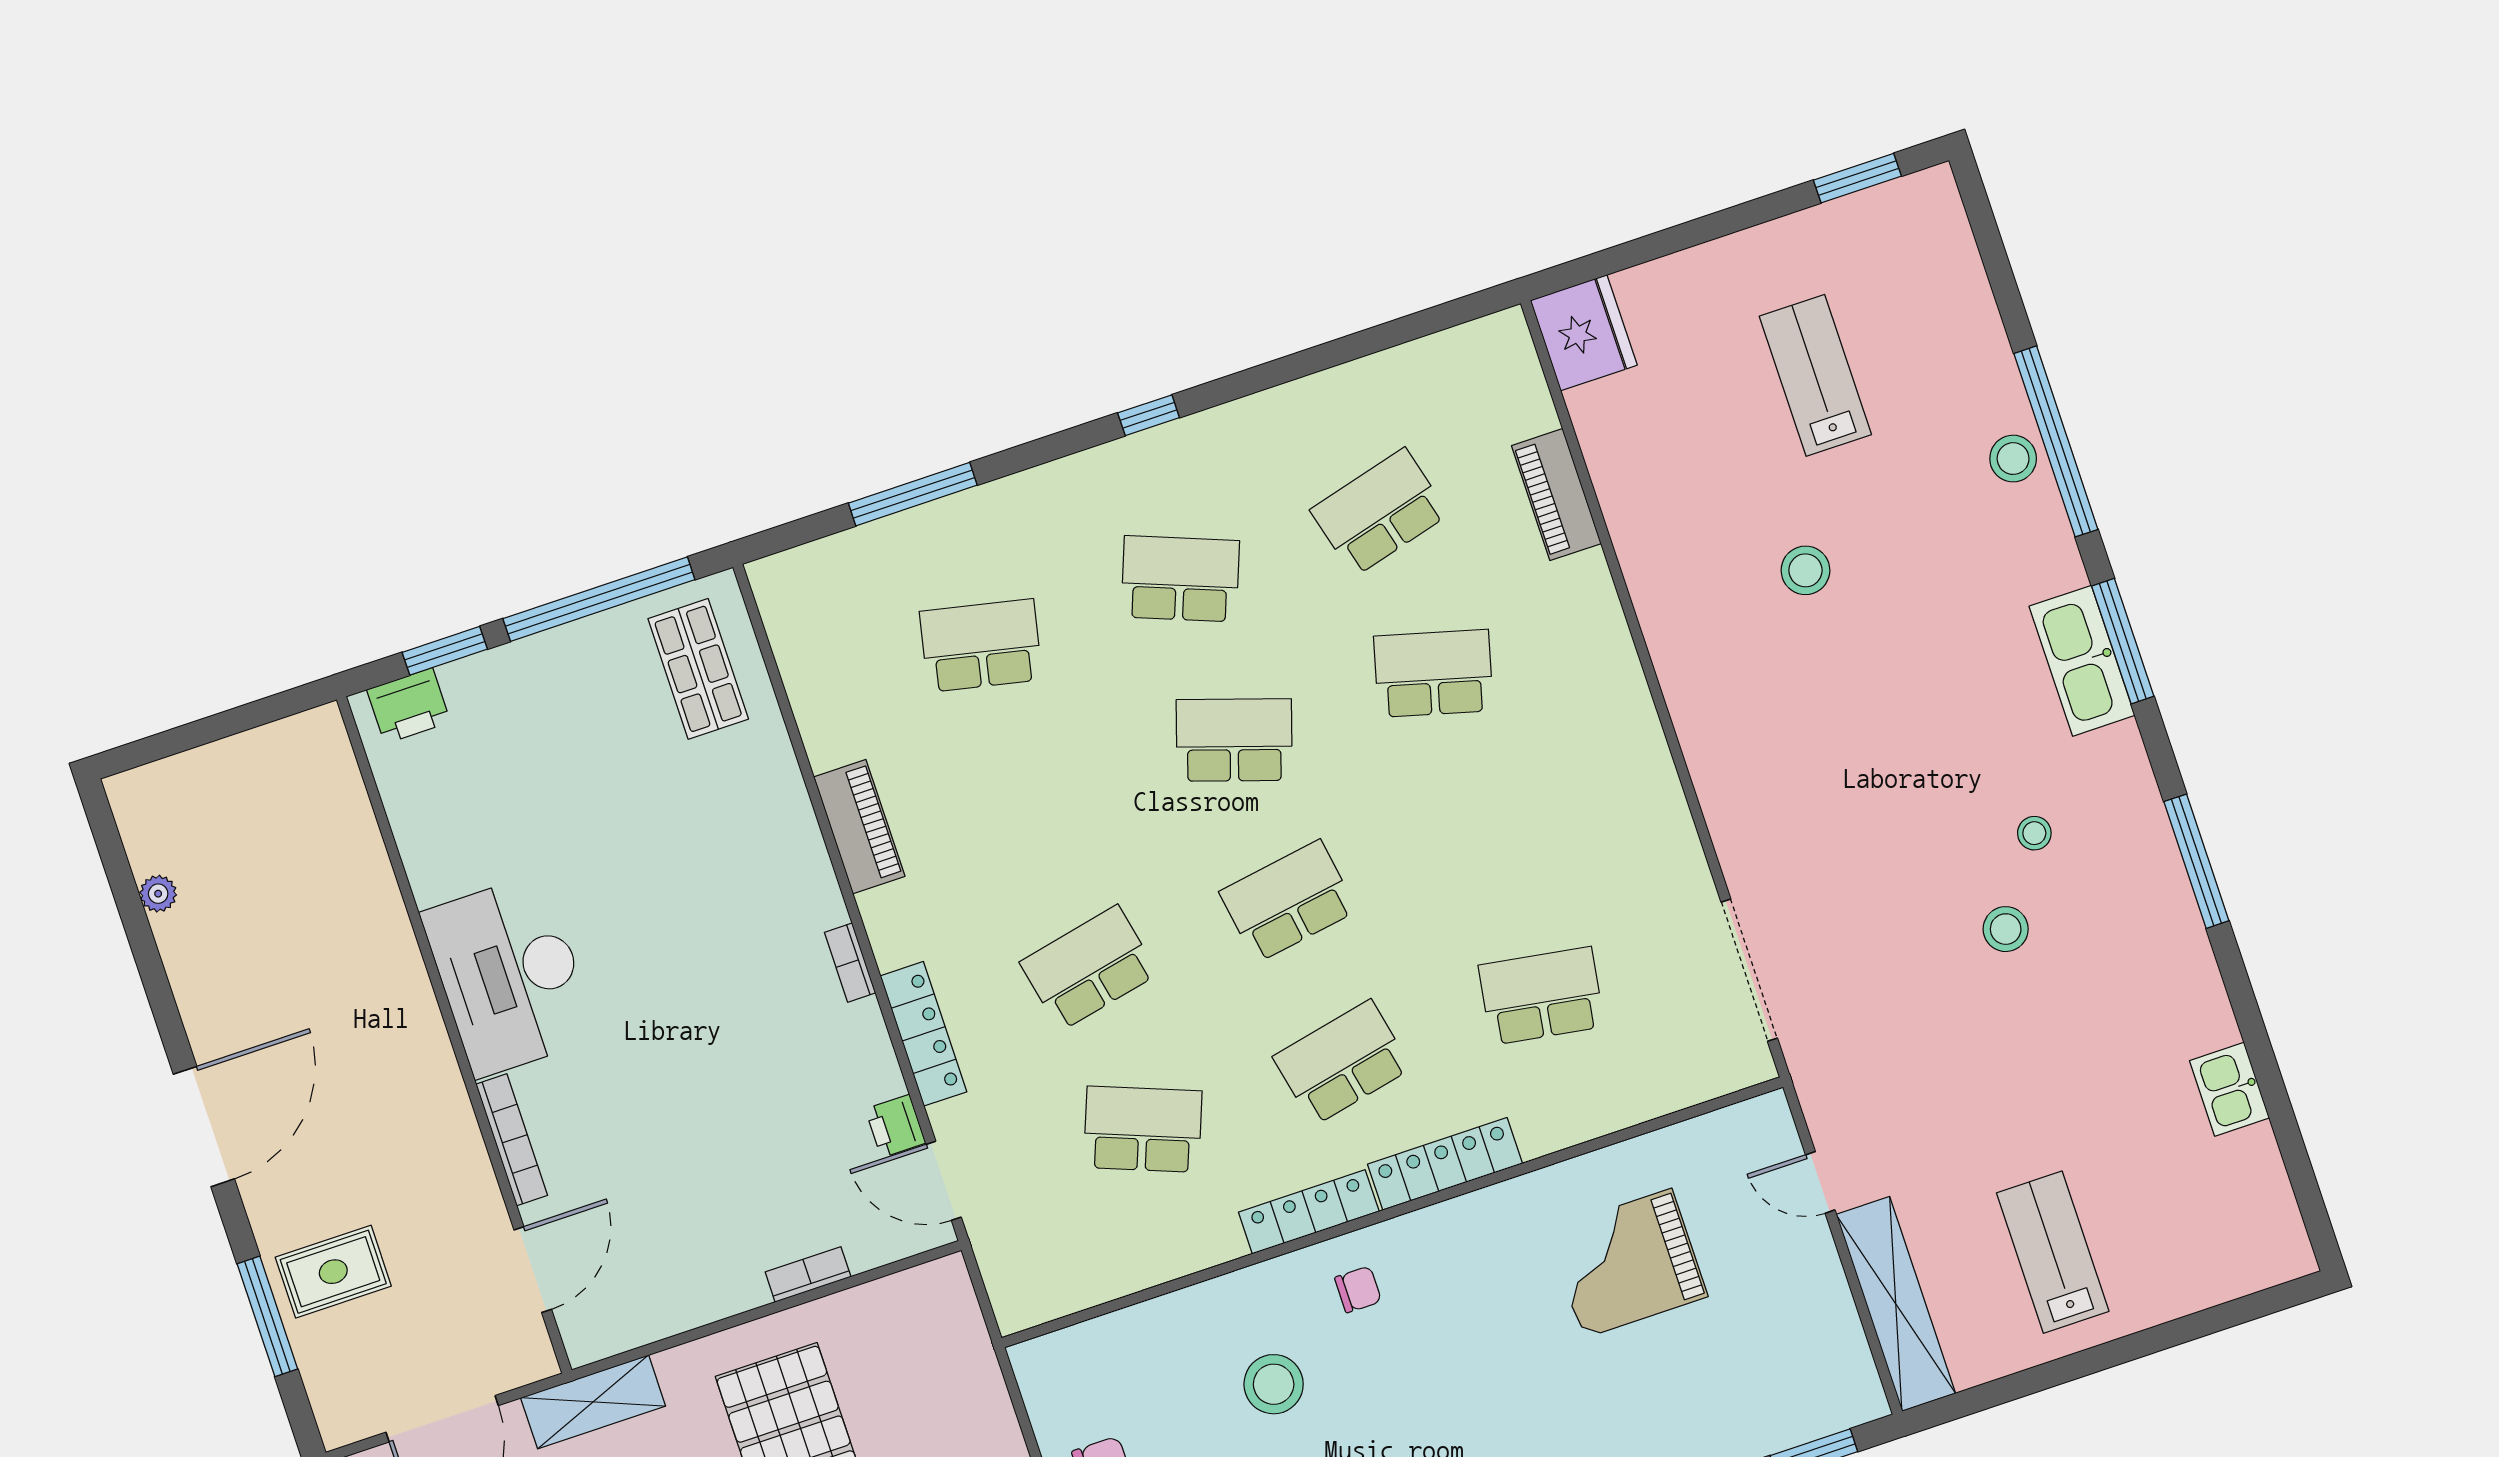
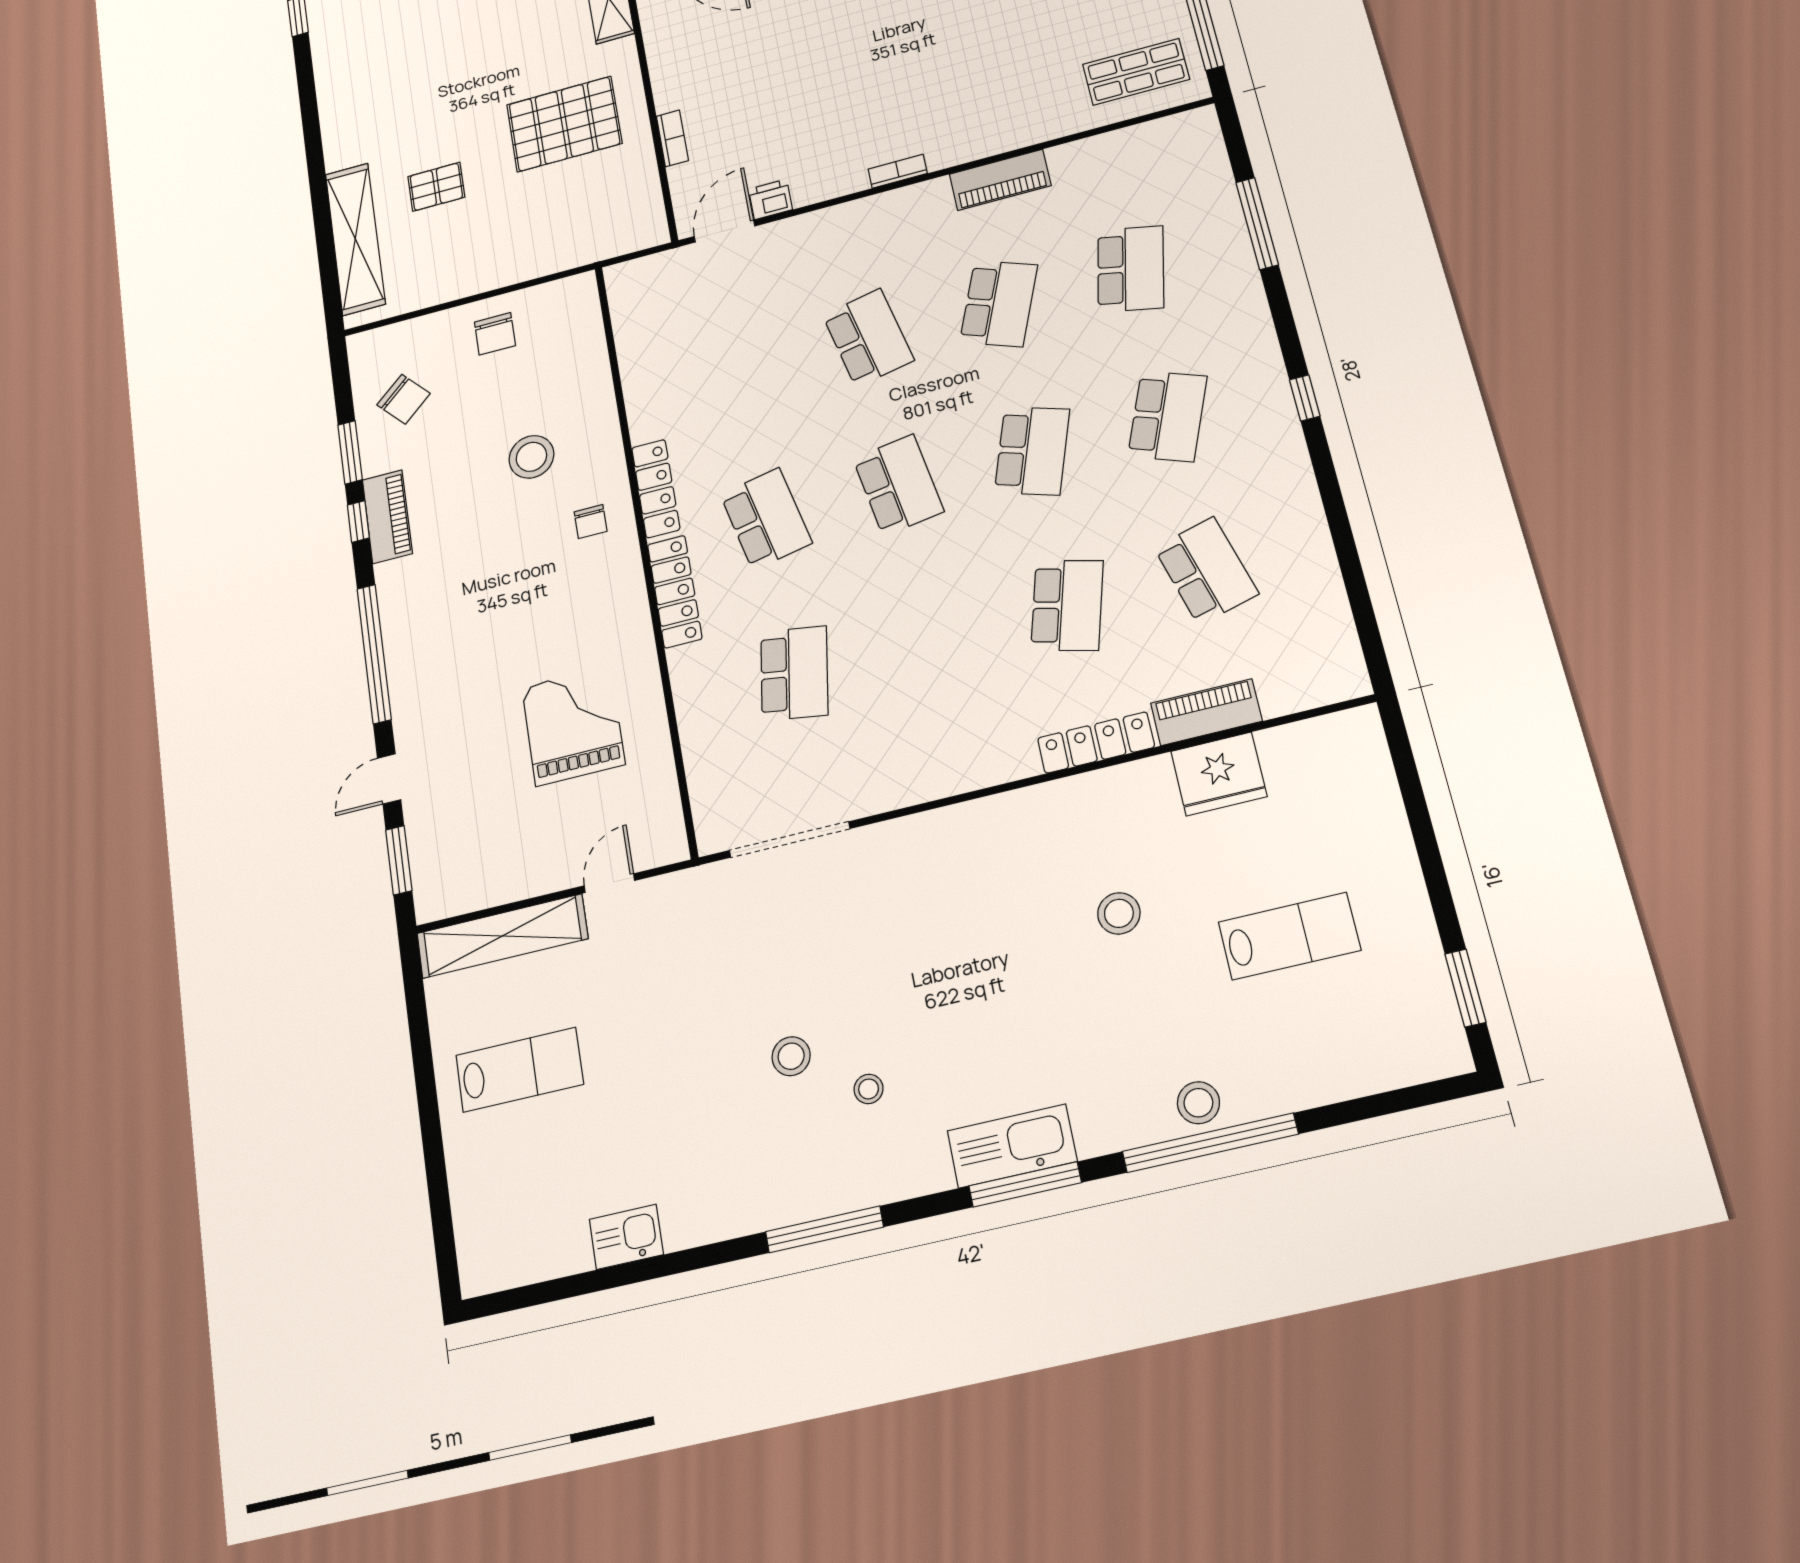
fridge: (1584, 333) -> (1219, 774), moved
locker: (923, 1034) -> (1096, 743), moved, turned 180
school desk: (1143, 1129) -> (999, 303), moved

